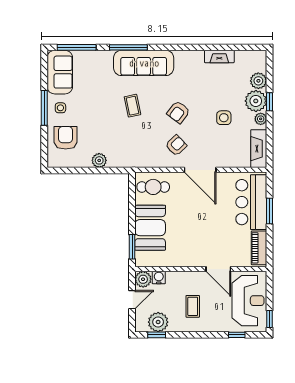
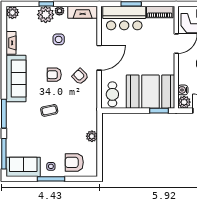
sofa: (144, 63) -> (16, 78), moved
plant: (258, 81) -> (12, 12), moved
armchair: (178, 112) -> (54, 75), turned 143
booth: (150, 228) -> (150, 92), width x1.36, depth x1.42

